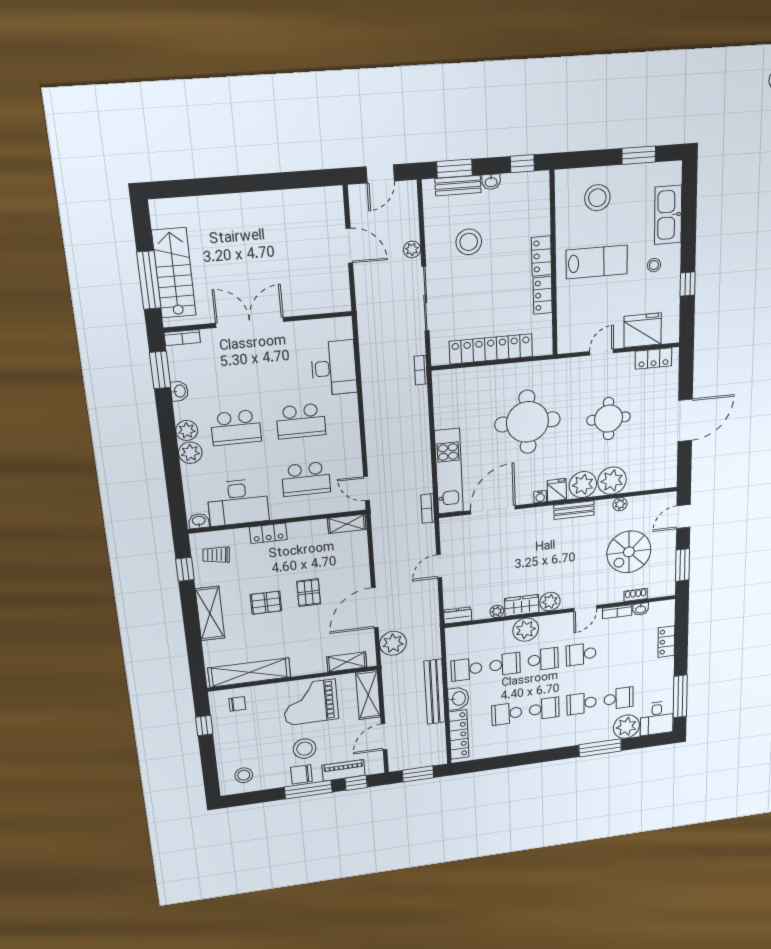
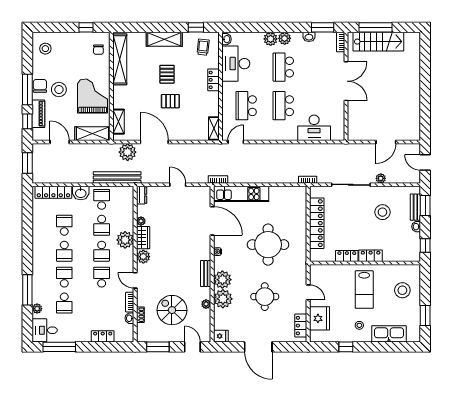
fridge: (557, 490) -> (221, 336), moved
bench: (435, 692) -> (117, 177), moved
plant: (626, 727) -> (37, 309), width x0.53, depth x0.53

